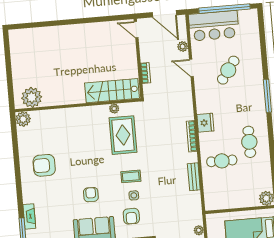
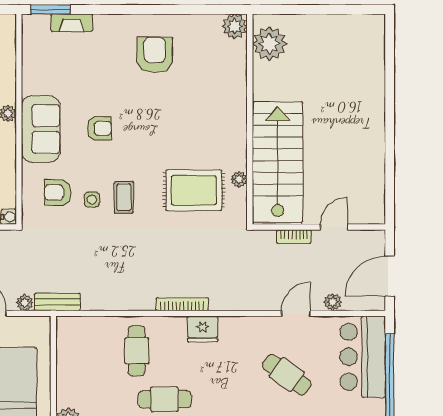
door: (136, 30) -> (334, 227), moved
stairs: (112, 91) -> (278, 162), width x1.36, depth x1.51
bench: (194, 177) -> (57, 302), moved

